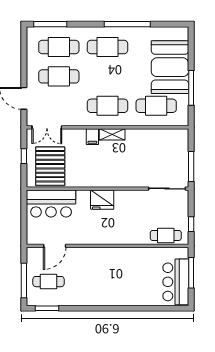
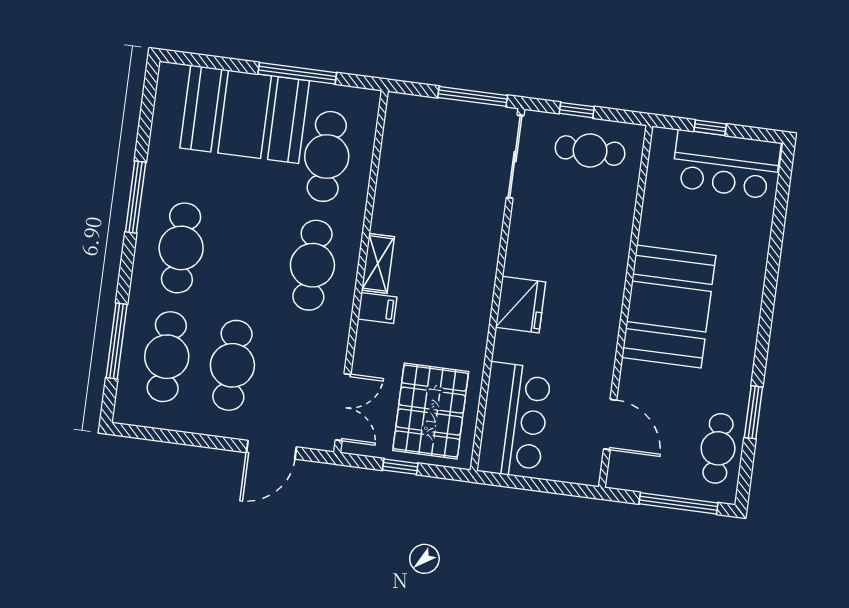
window: (50, 24) -> (117, 341), moved
window: (127, 24) -> (136, 197), width x0.68
pallet: (50, 166) -> (431, 411), turned 90
window: (191, 224) -> (577, 110), moved
cafe table: (166, 235) -> (590, 151), moved, turned 90
booth: (110, 265) -> (669, 306), added
window: (191, 273) -> (710, 128), width x0.46
cafe table: (48, 282) -> (718, 448), moved
window: (47, 308) -> (753, 412), moved

